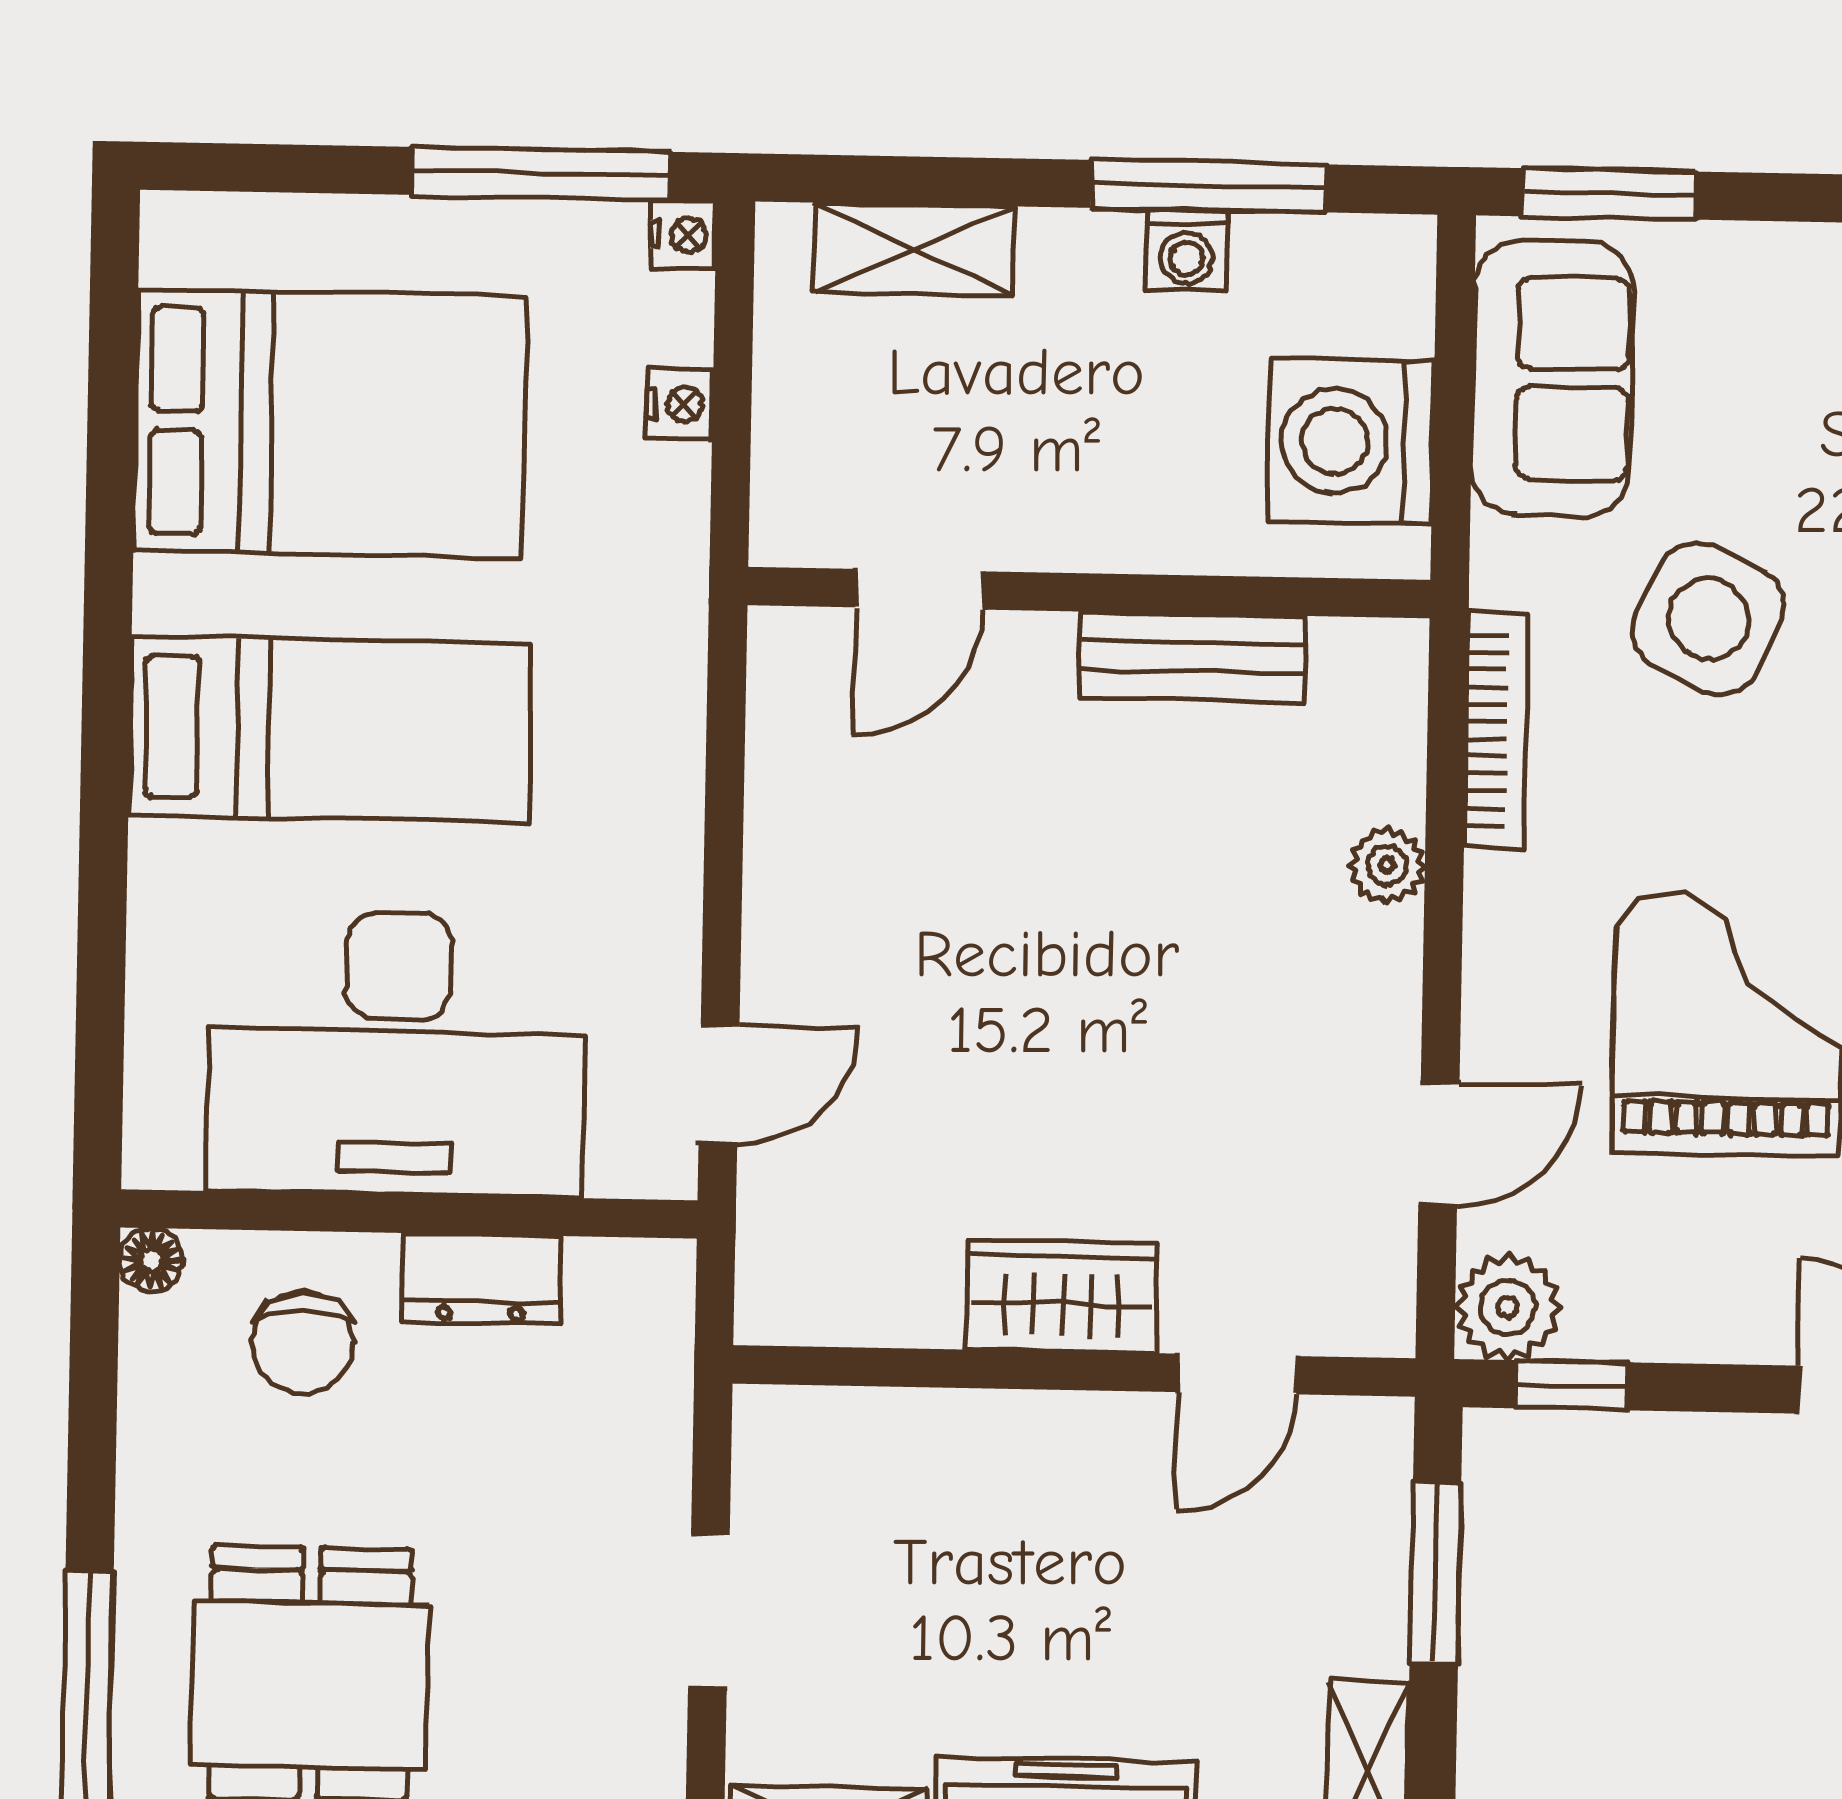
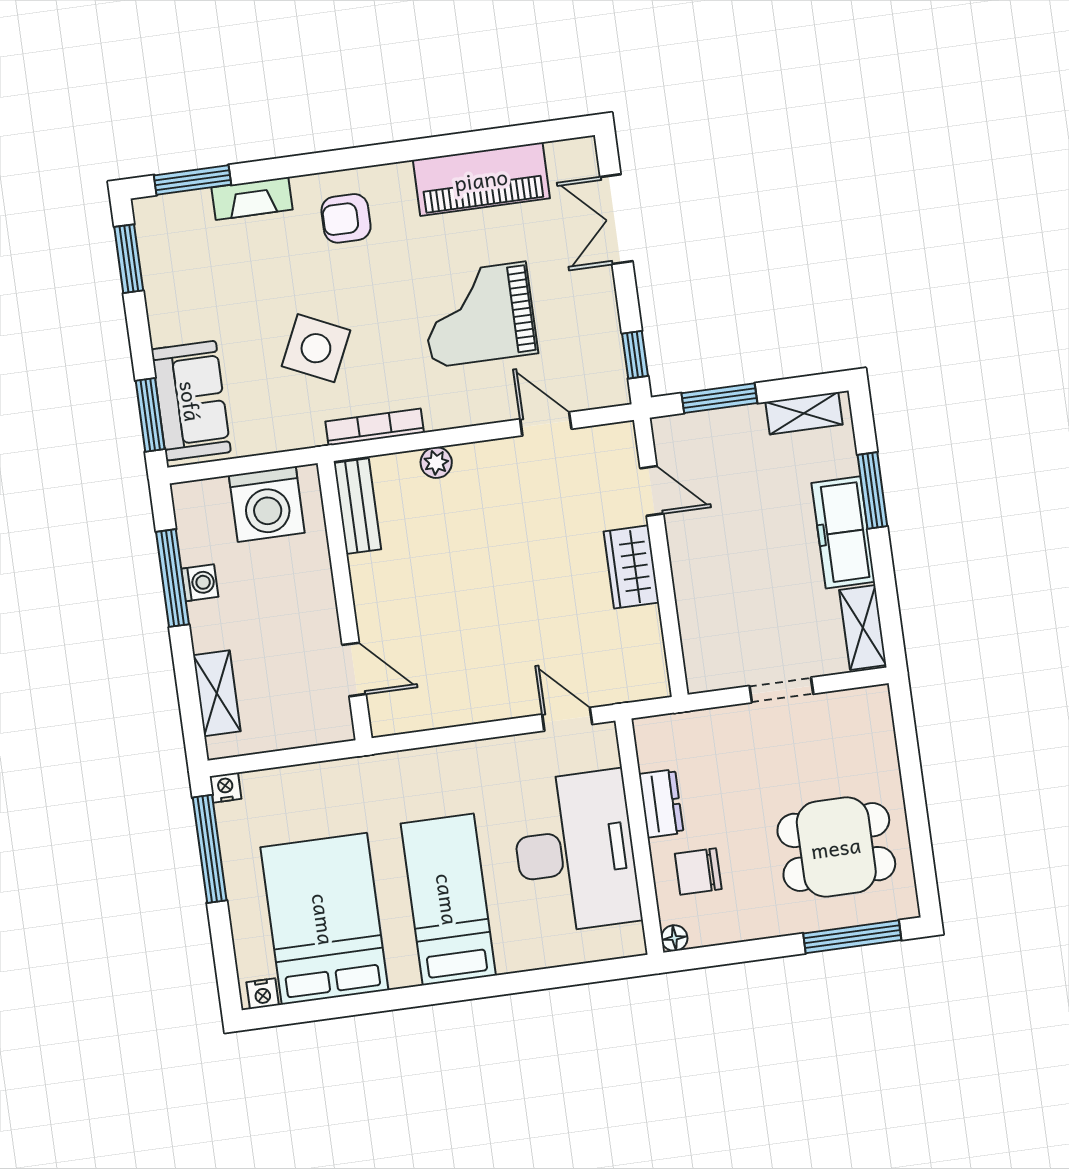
sofa: (1552, 378) -> (191, 401), moved, turned 90
nightstand: (679, 404) -> (263, 994), moved, turned 180
bench: (1193, 657) -> (357, 506), moved
plant: (1508, 1307) -> (607, 386), removed
chair: (303, 1343) -> (698, 871), turned 180

